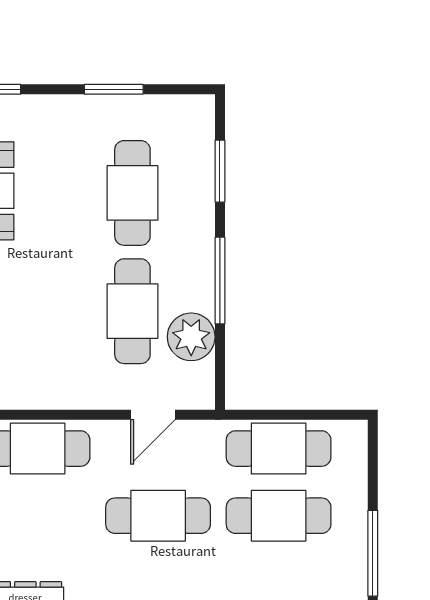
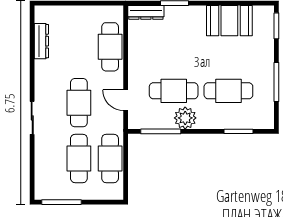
window: (114, 89) -> (276, 82), width x1.44
window: (220, 281) -> (161, 131), moved
plant: (191, 337) -> (185, 118), moved

